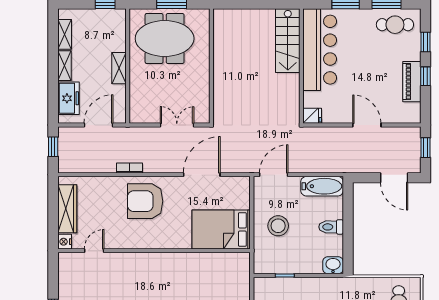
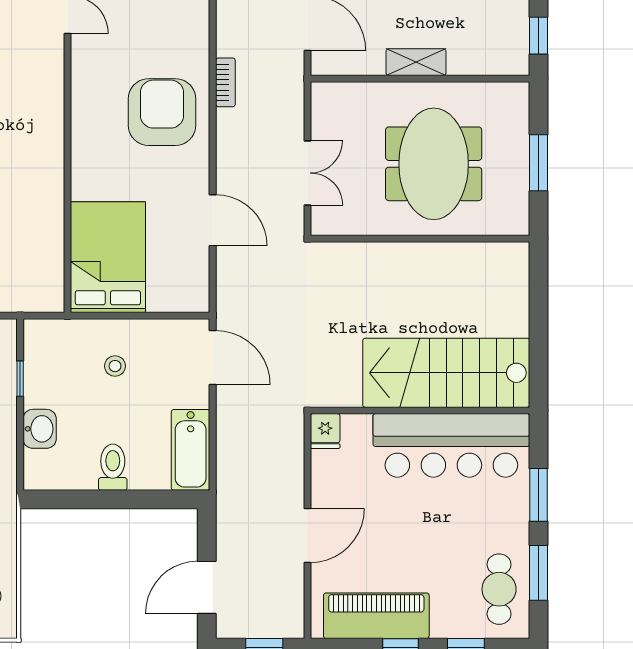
meeting table: (165, 39) -> (434, 164), moved
stairs: (288, 41) -> (446, 373), width x1.36, depth x1.51
piano: (412, 82) -> (376, 616), width x1.37, depth x1.33
door: (202, 175) -> (213, 220), width x0.73
stool: (278, 226) -> (115, 366), width x0.53, depth x0.53
washbasin: (333, 265) -> (40, 429), moved

